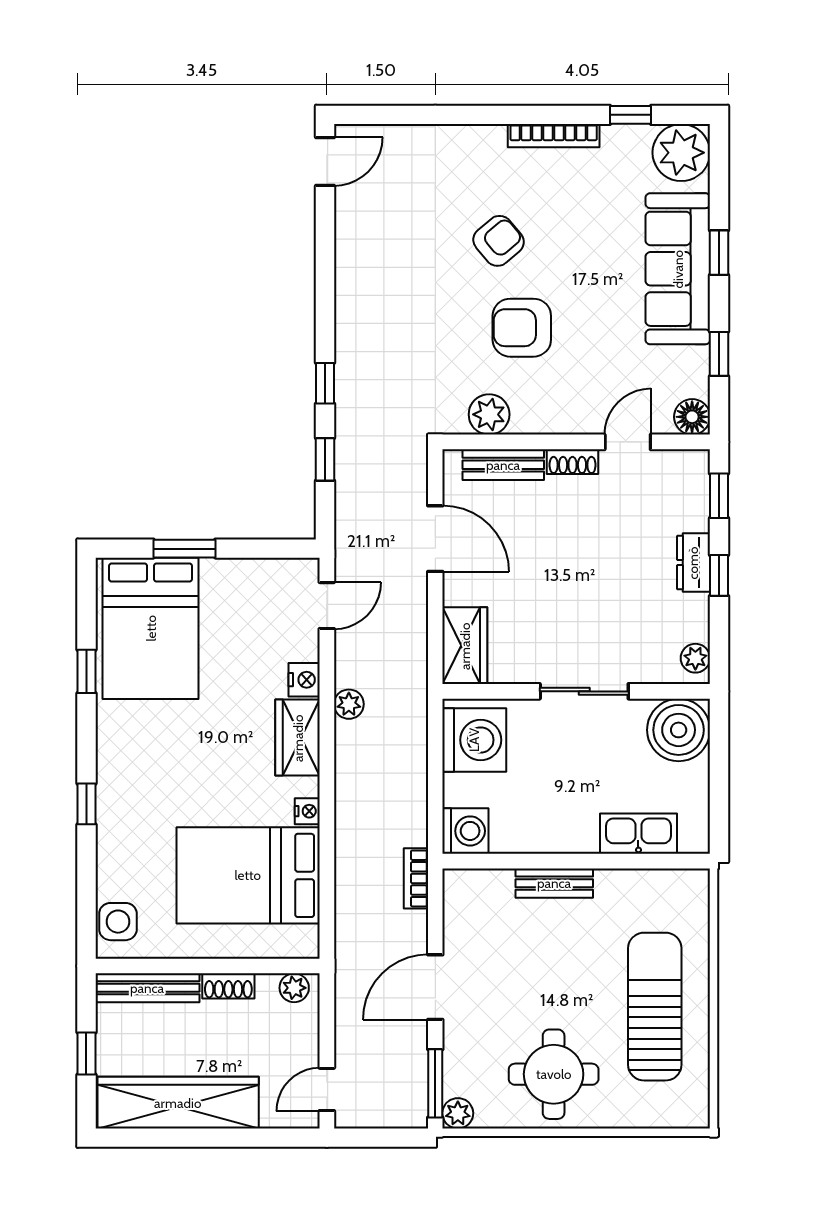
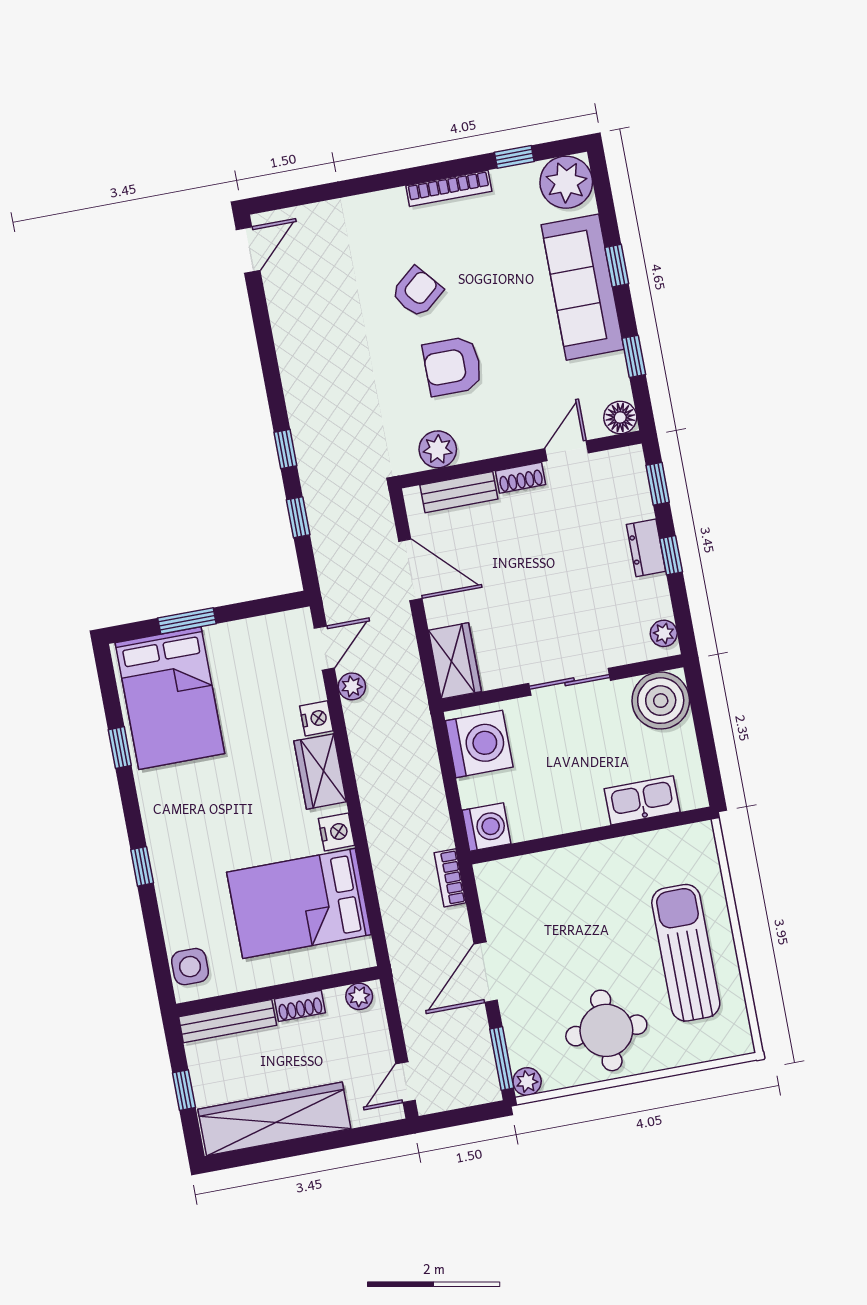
plant: (349, 704) -> (352, 686), moved
nightstand: (307, 811) -> (336, 832), width x1.39, depth x1.35
bench: (554, 883) -> (575, 859), removed

